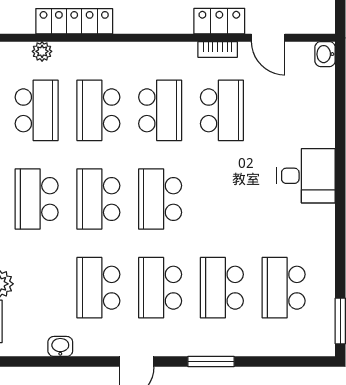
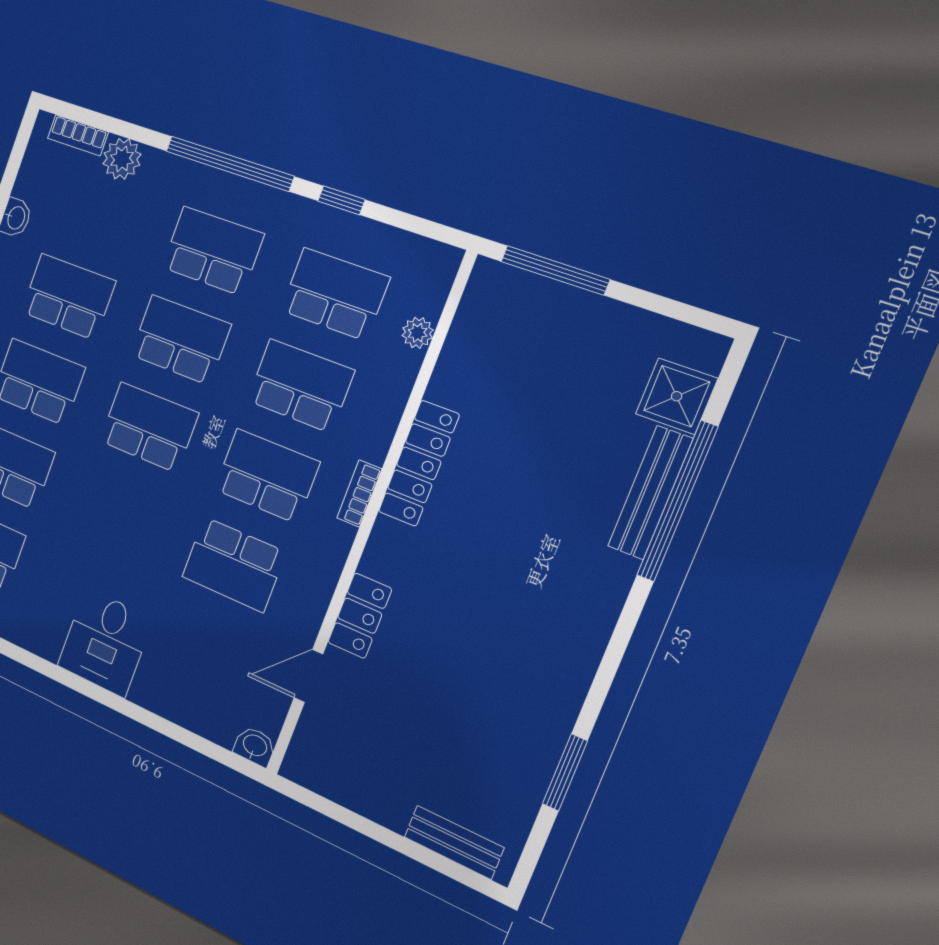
locker: (74, 21) -> (419, 463), moved
bookcase: (218, 49) -> (359, 494), moved
school desk: (37, 110) -> (335, 294), turned 180
school desk: (160, 110) -> (267, 476), turned 180

